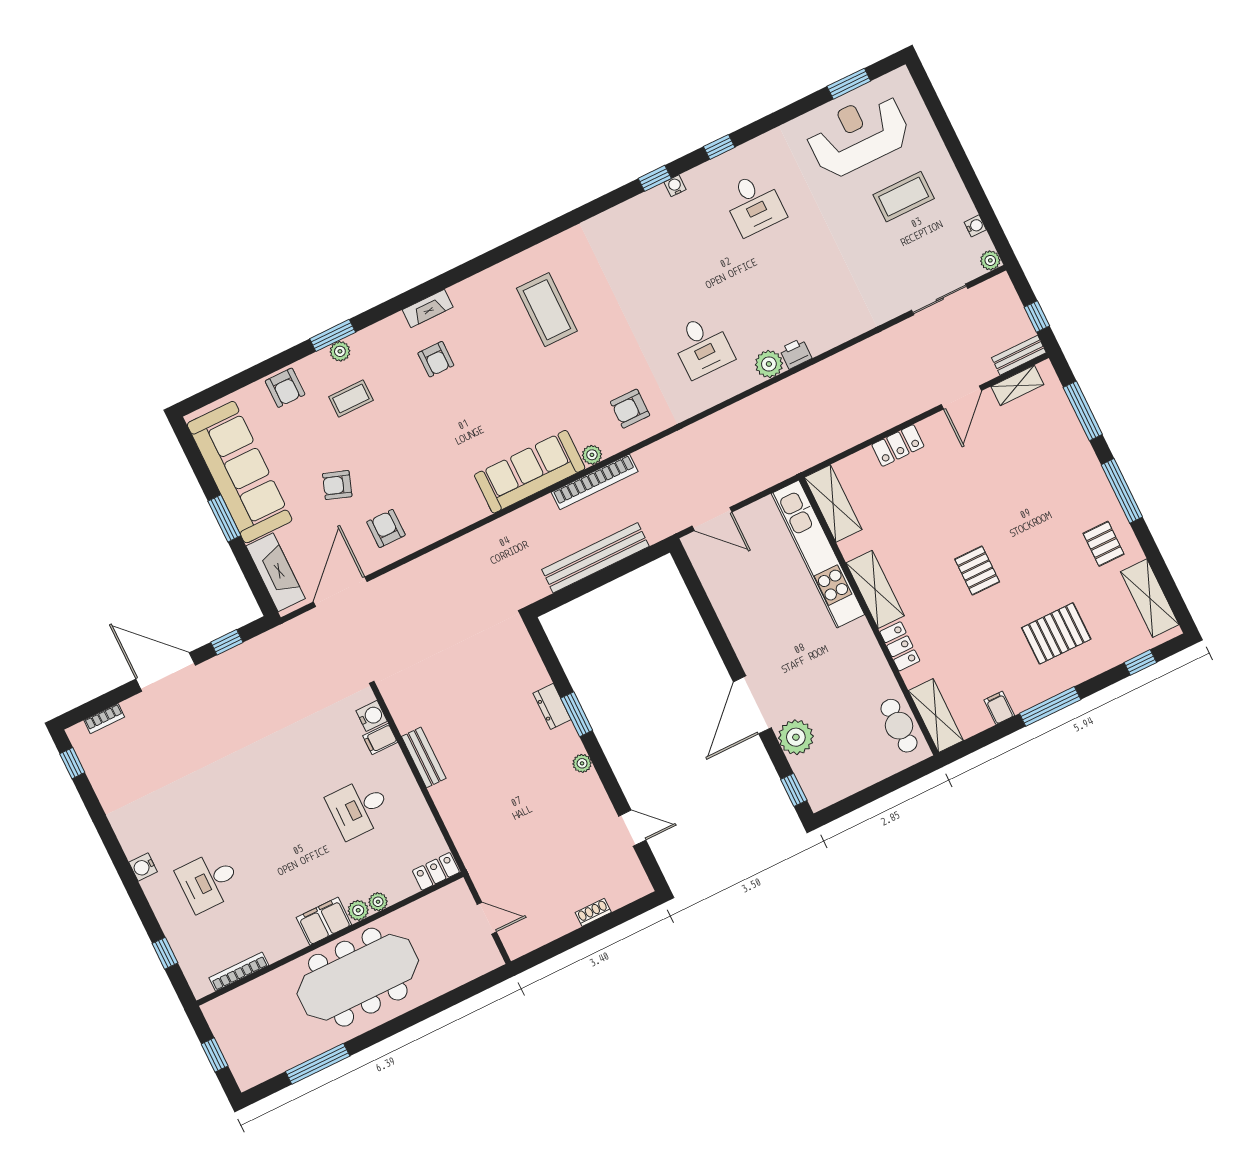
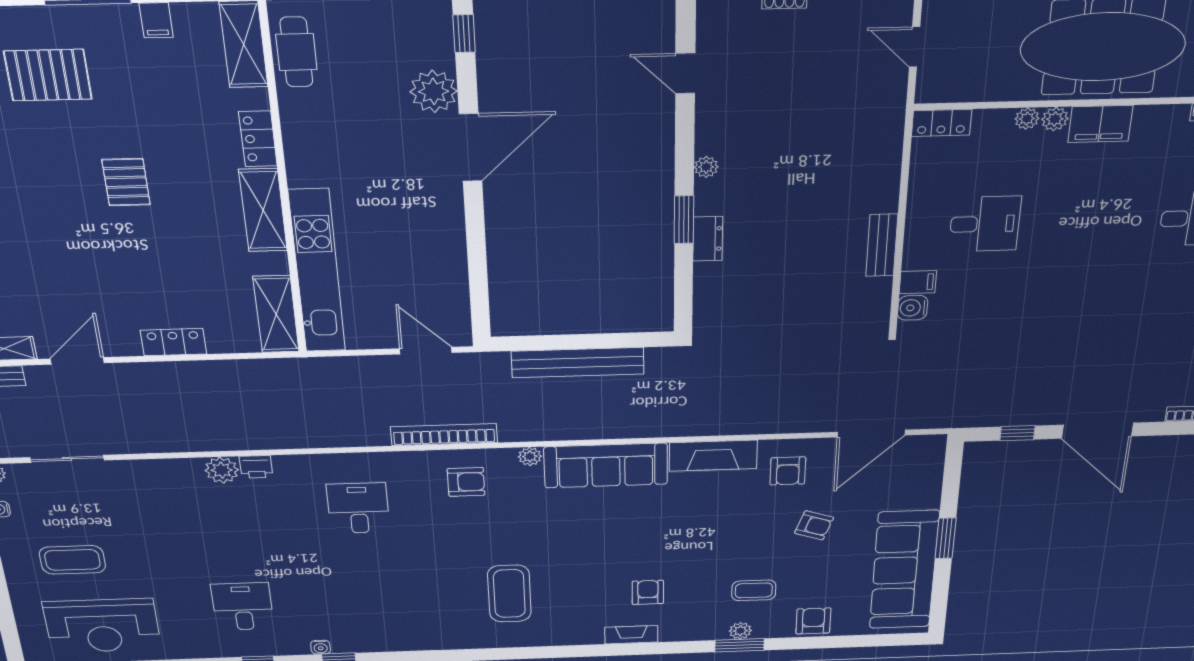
plant: (769, 364) -> (222, 470), moved
bookcase: (595, 482) -> (444, 435), moved
fireplace: (276, 572) -> (713, 456), moved, turned -90

